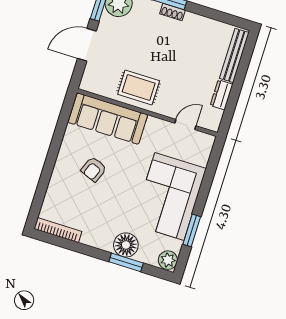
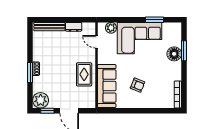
plant: (168, 260) -> (111, 28), moved

